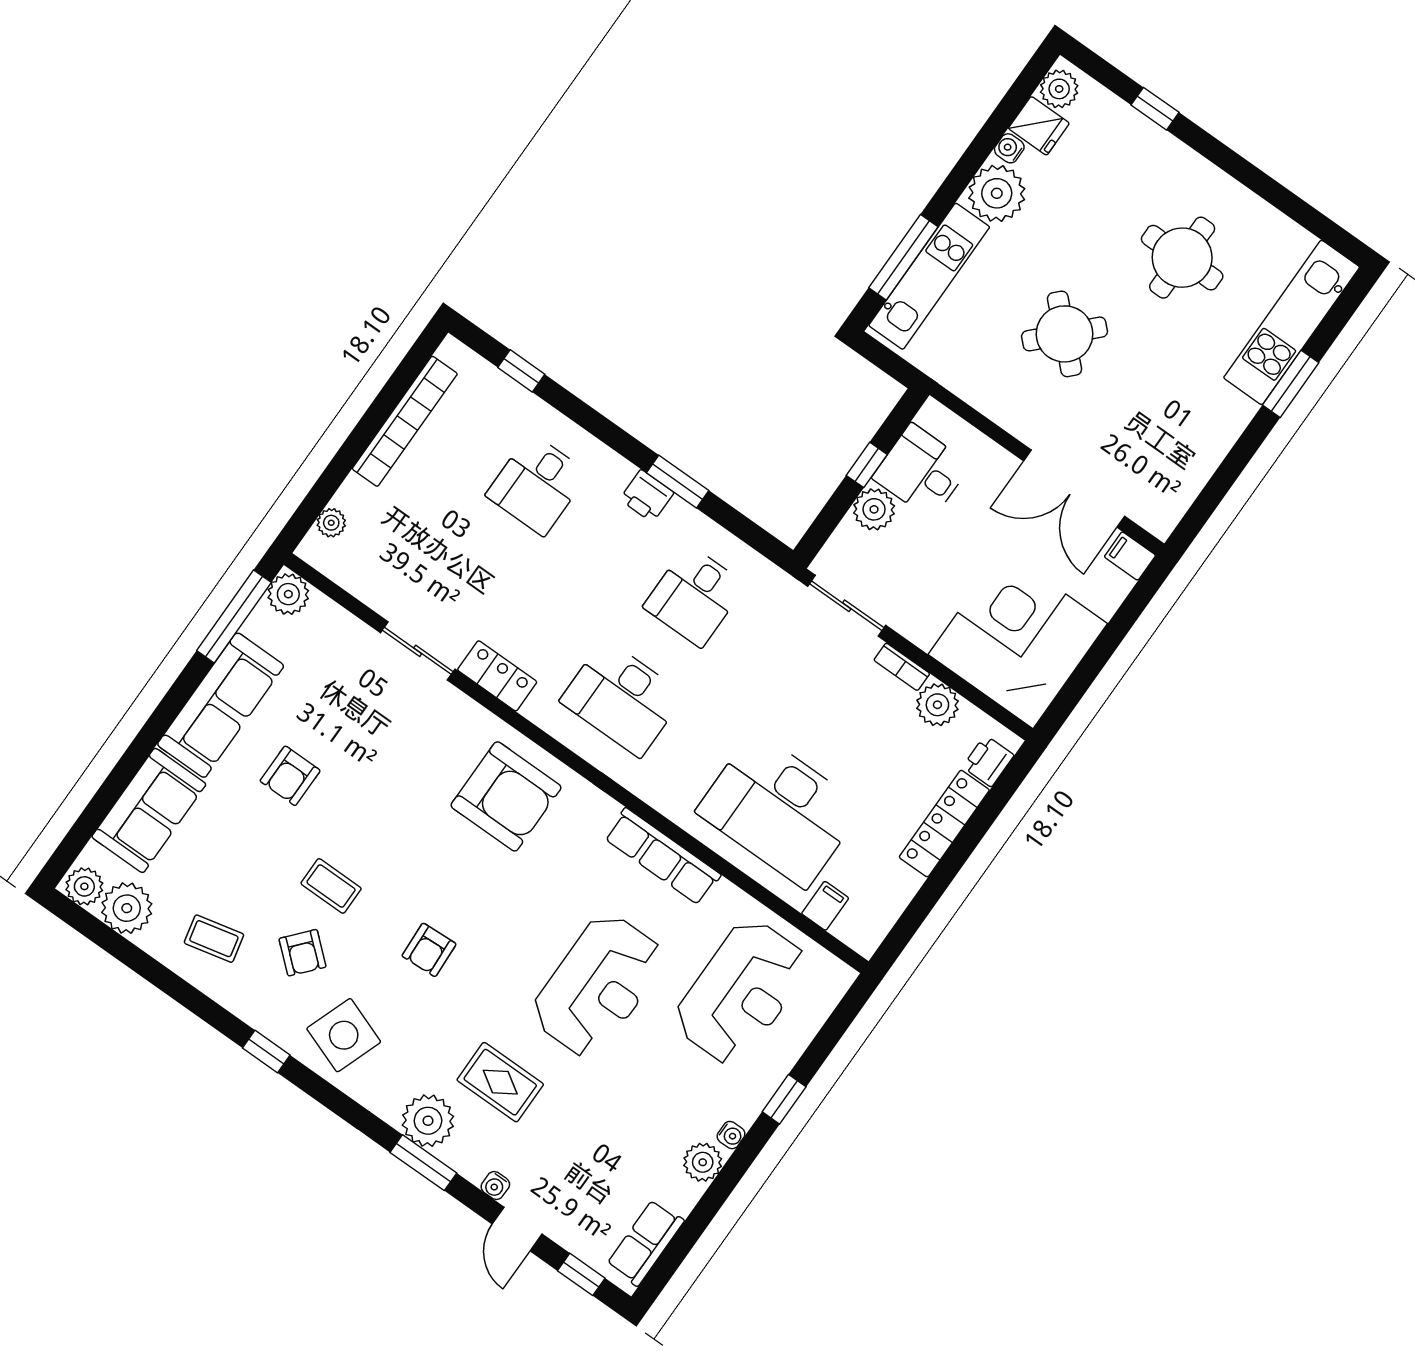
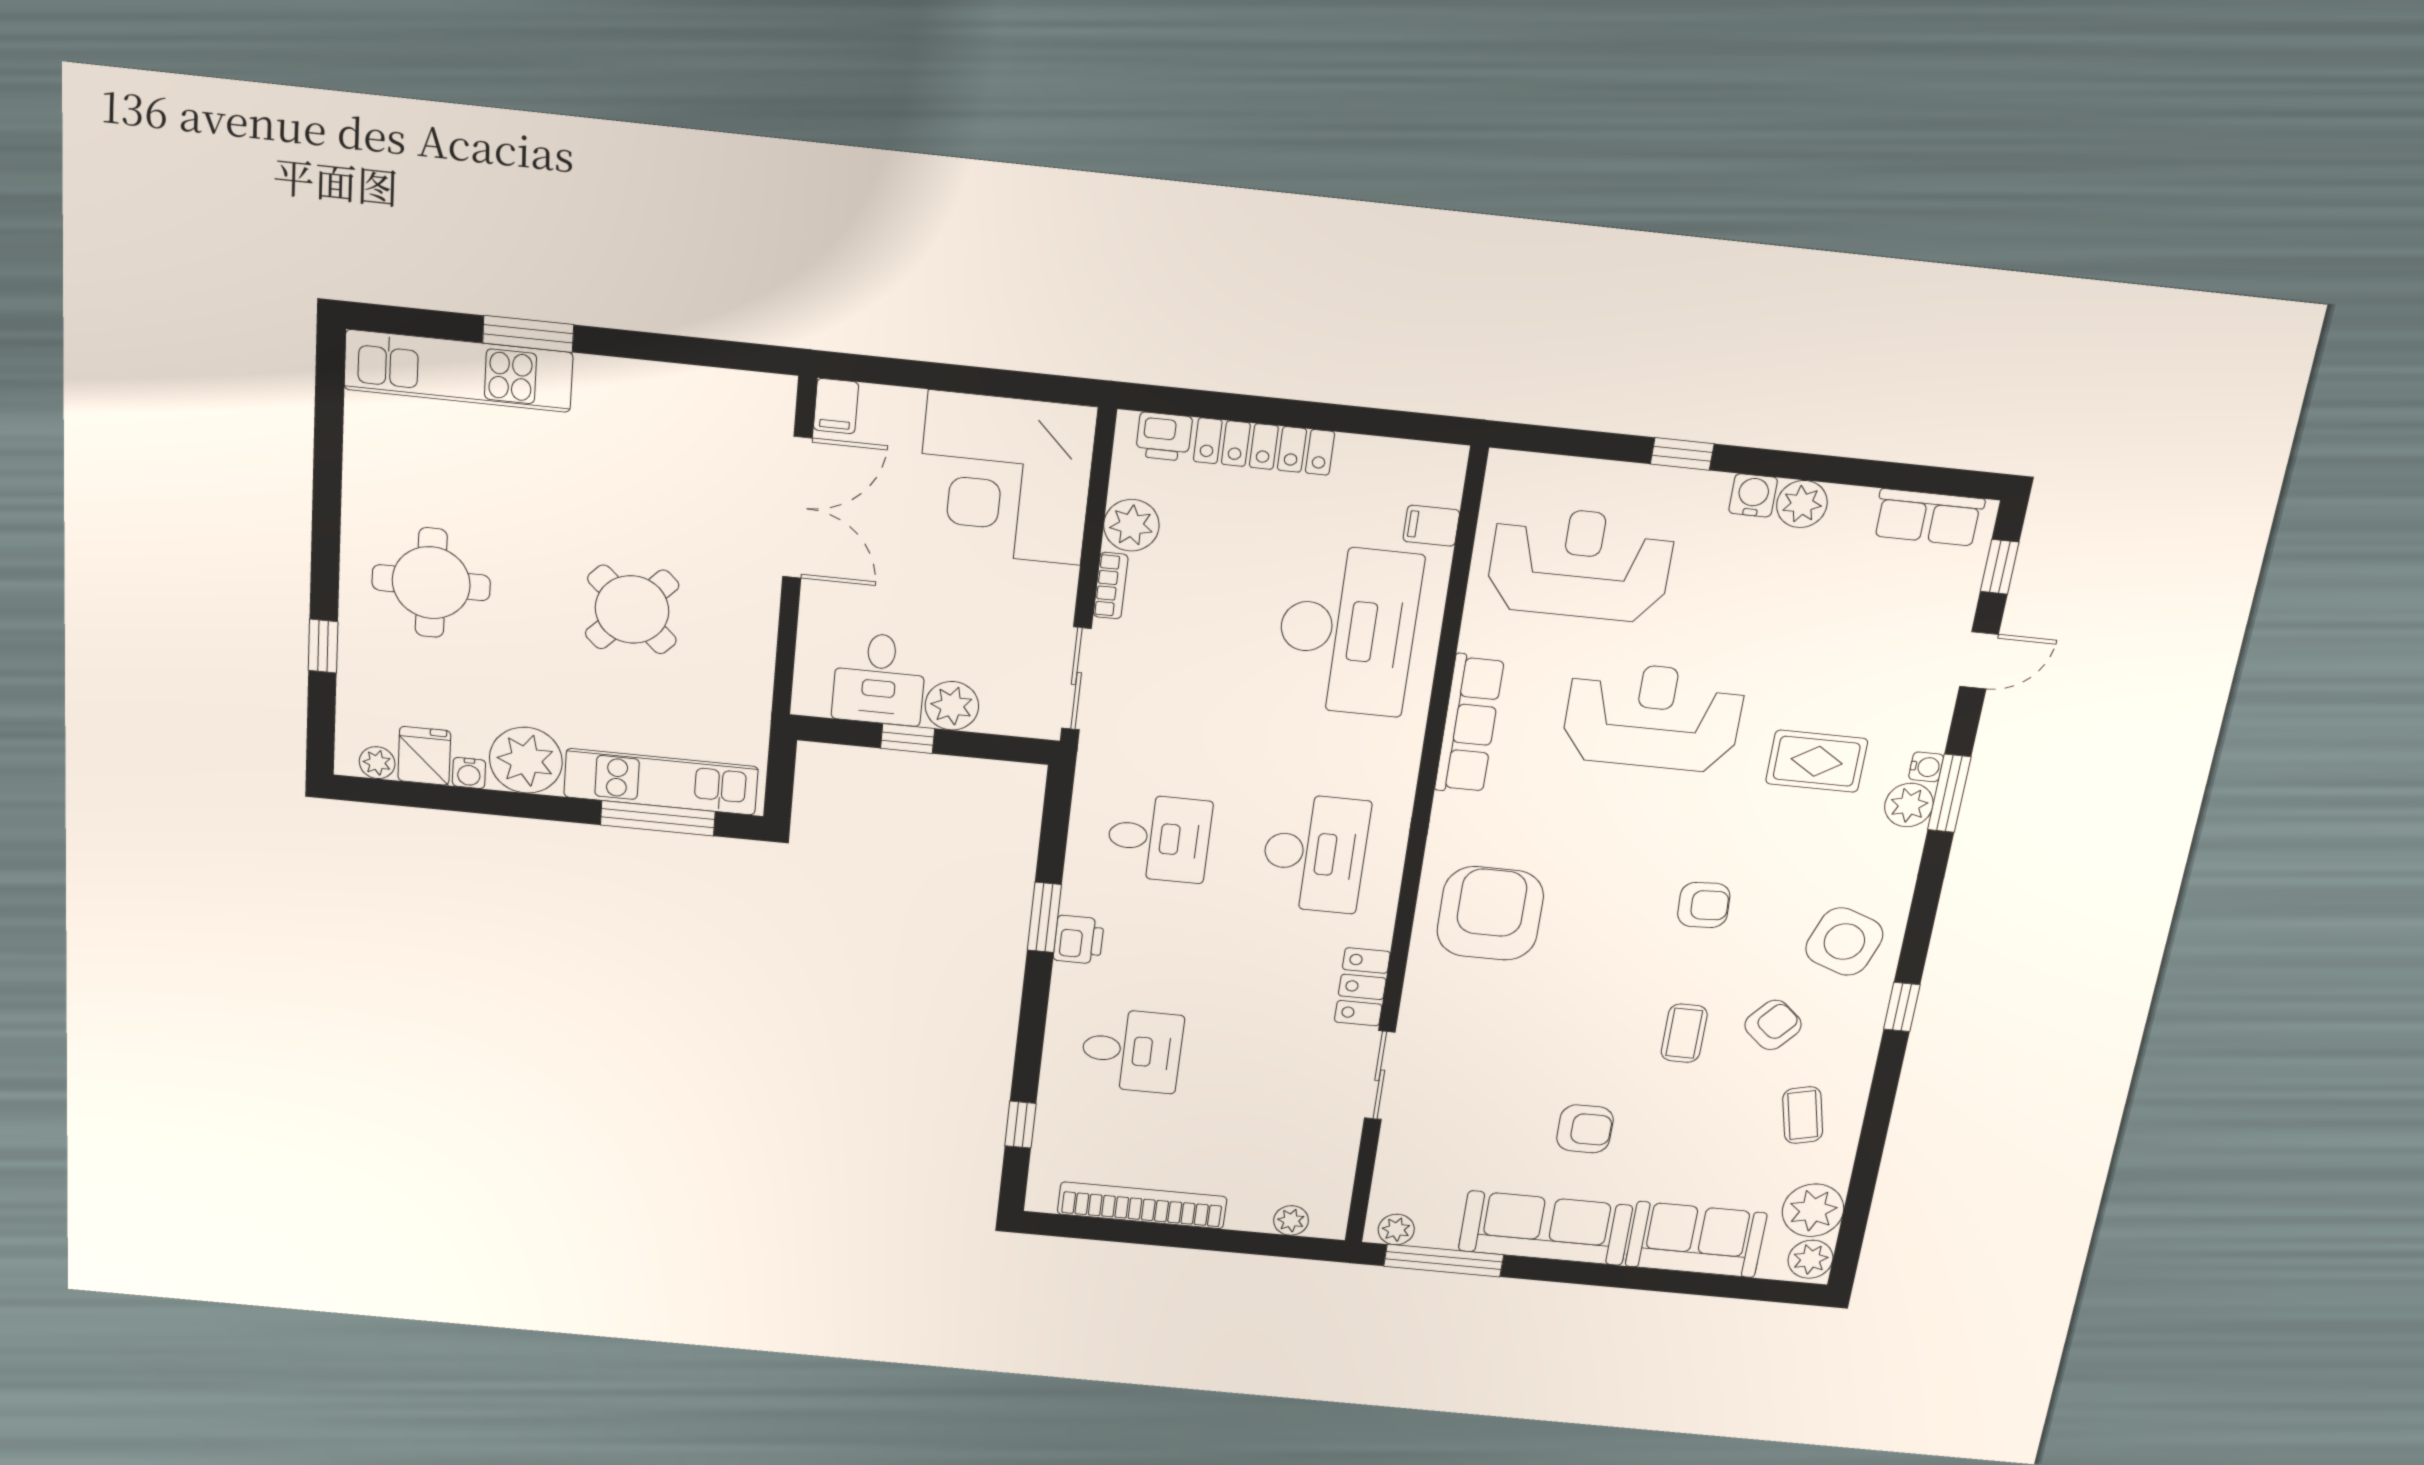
plant: (1059, 89) -> (377, 763), width x0.73, depth x0.73
round table: (1182, 258) -> (431, 583), moved
plant: (288, 594) -> (1396, 1229), width x0.73, depth x0.73
rug: (500, 1082) -> (1817, 761), turned 90
plant: (428, 1121) -> (1909, 805), width x0.73, depth x0.73
water cooler: (731, 1135) -> (1753, 495), width x1.38, depth x1.38
water cooler: (495, 1185) -> (1926, 767), moved

